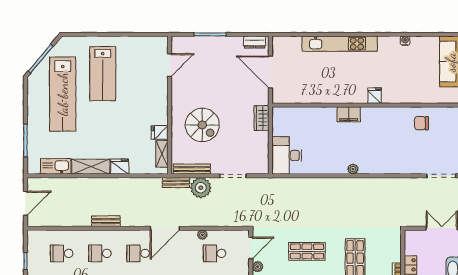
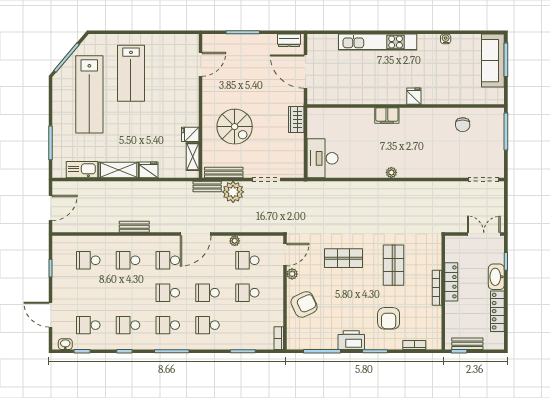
chair: (421, 123) -> (463, 125), turned -88

